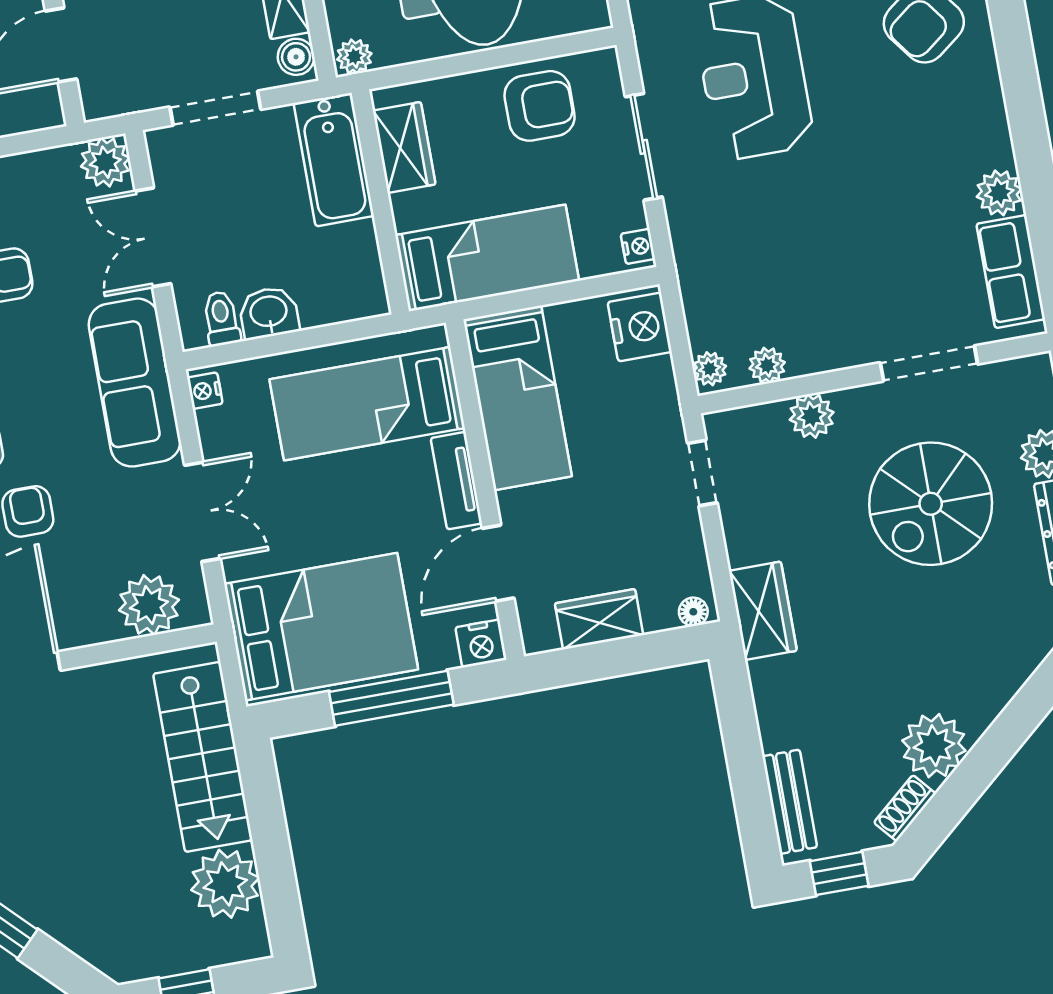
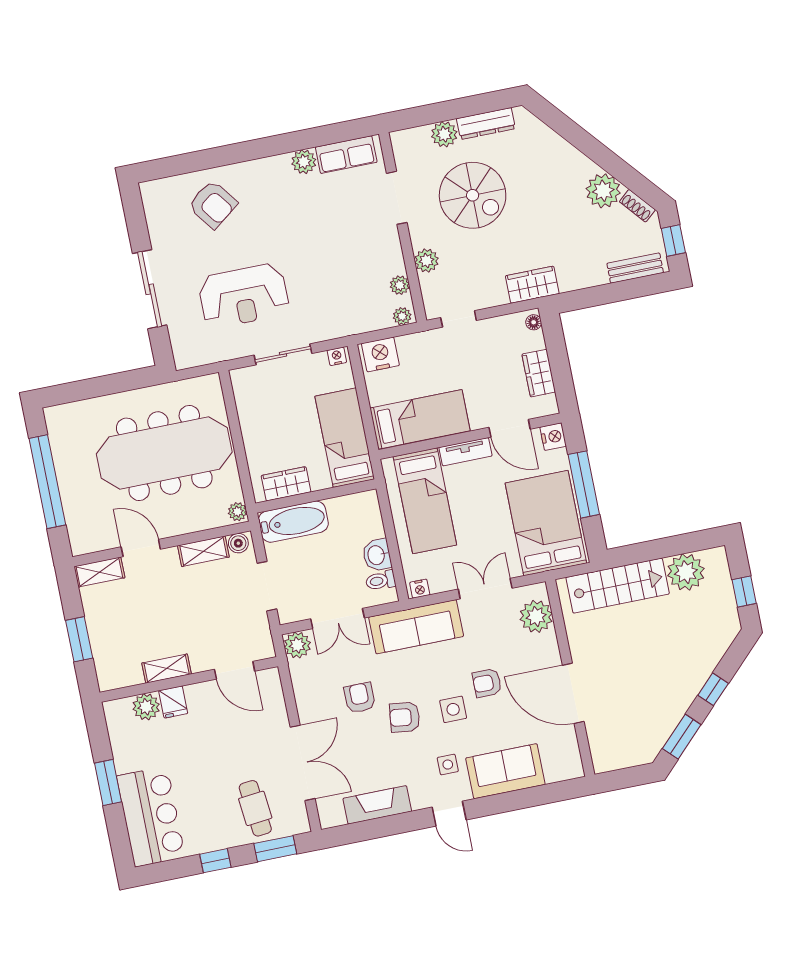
armchair: (540, 106) -> (262, 411), removed

